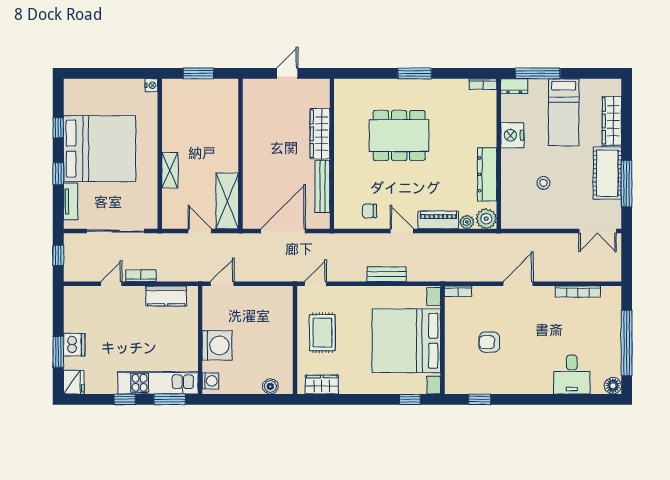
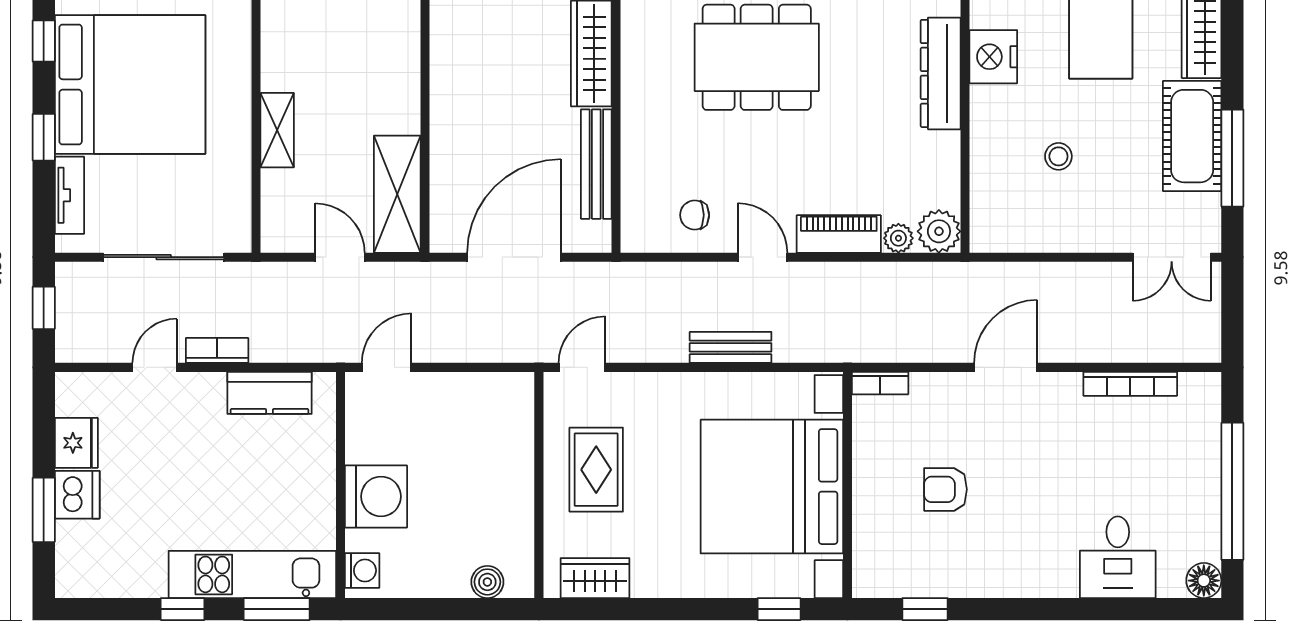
dresser: (487, 174) -> (941, 73), moved
fridge: (74, 382) -> (76, 443), moved

